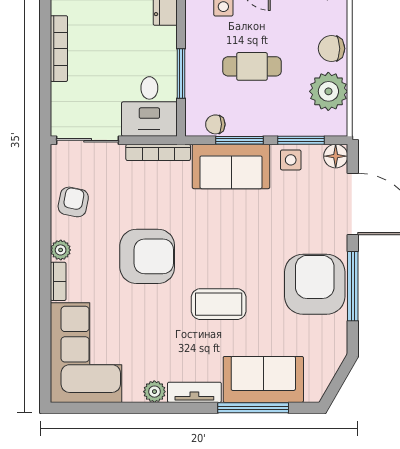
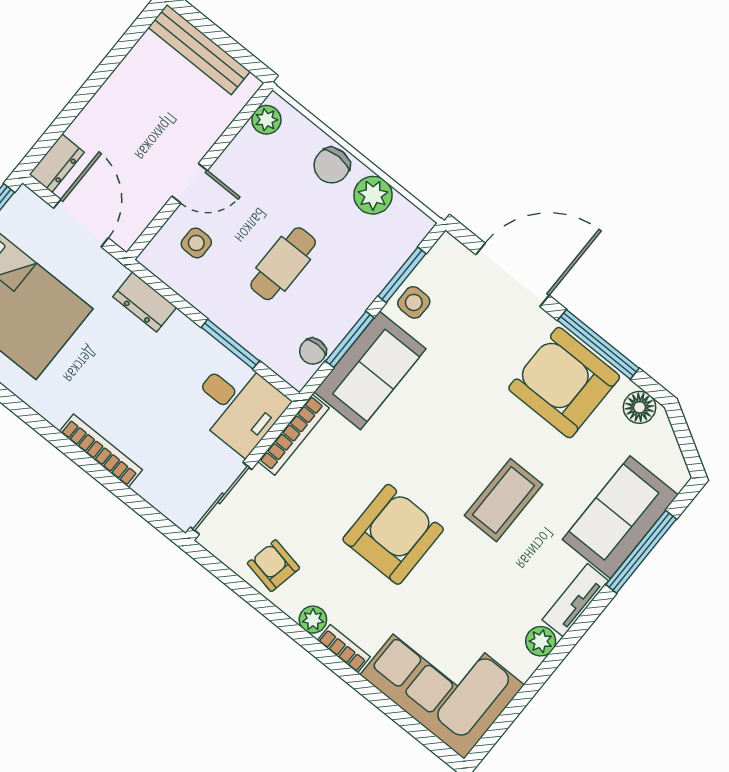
plant: (328, 91) -> (373, 195), width x0.73, depth x0.73
floor lamp: (336, 156) -> (640, 407), moved

